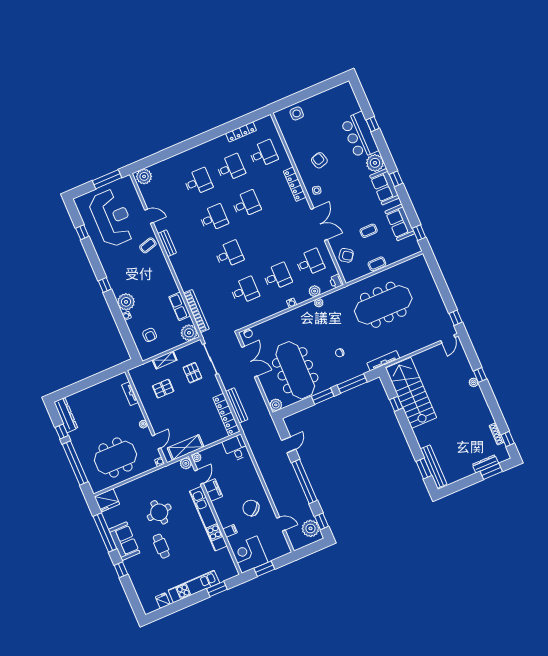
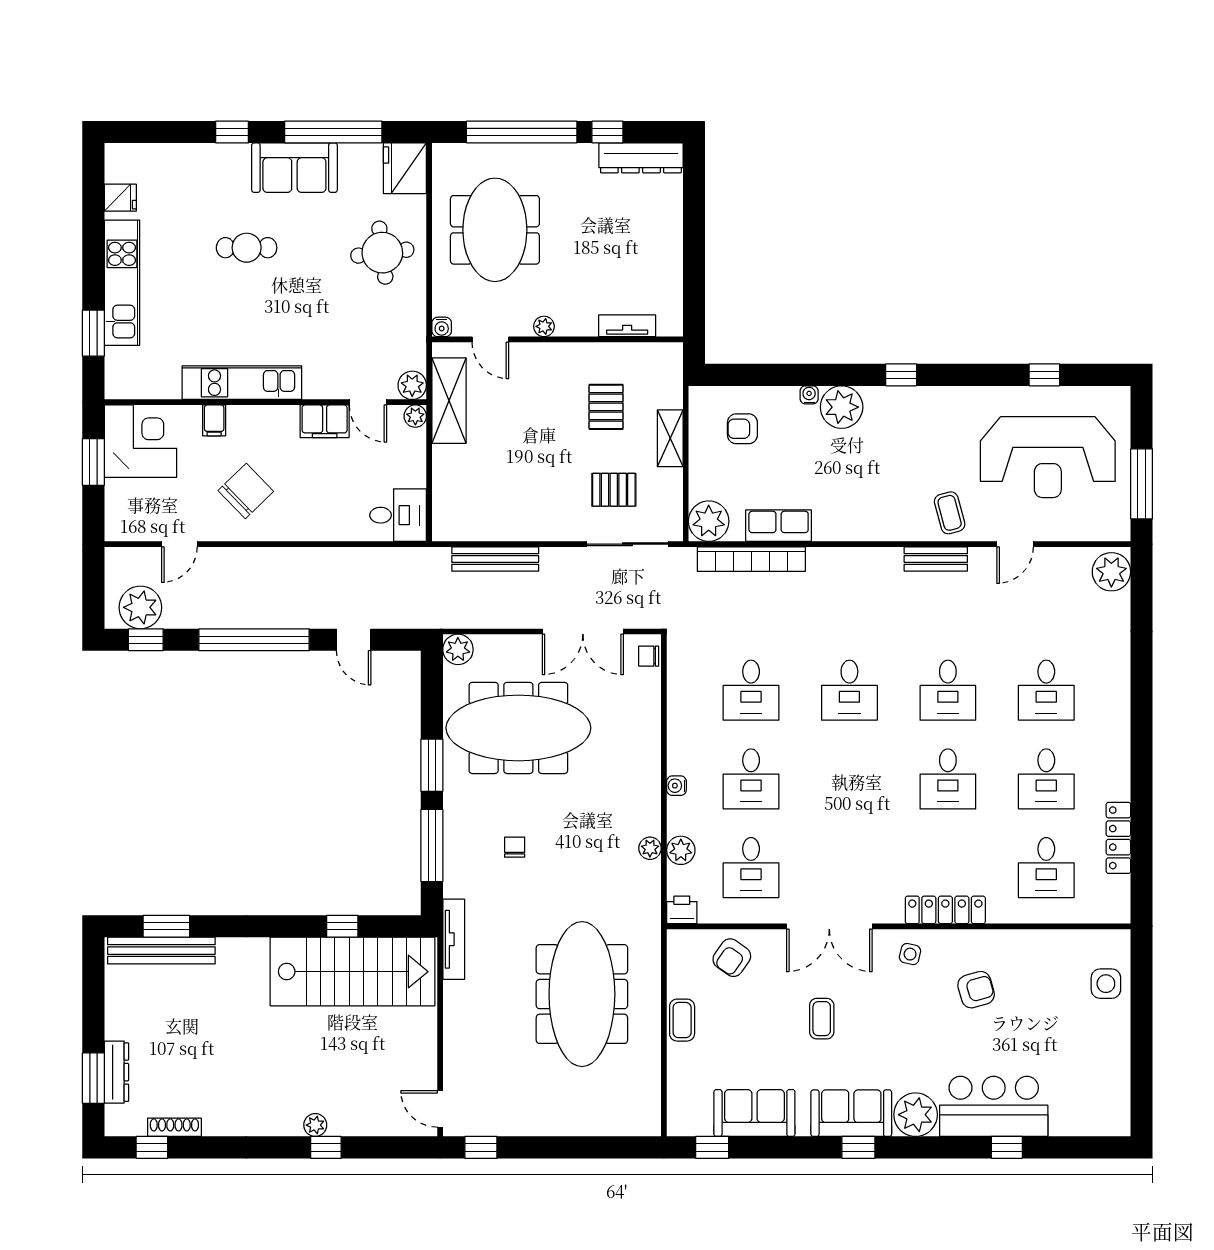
coffee table: (369, 231) -> (822, 1019), moved
locker: (226, 415) -> (484, 527), removed
round table: (159, 512) -> (382, 253), moved
kitchen unit: (208, 519) -> (242, 383), width x0.73

